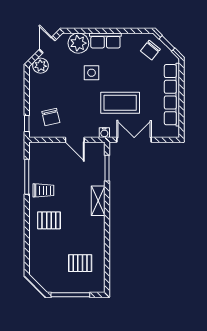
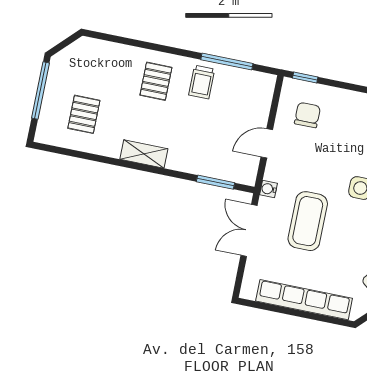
chair: (51, 117) -> (307, 115), turned 103
double door: (134, 140) -> (249, 230), swing flipped
shelving: (98, 201) -> (144, 154), moved

